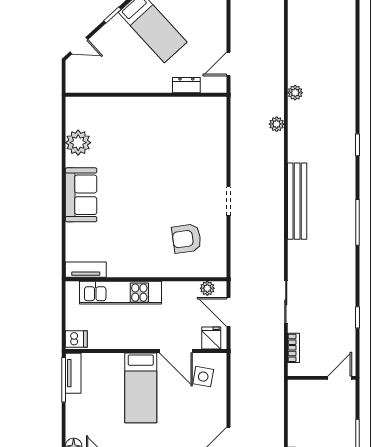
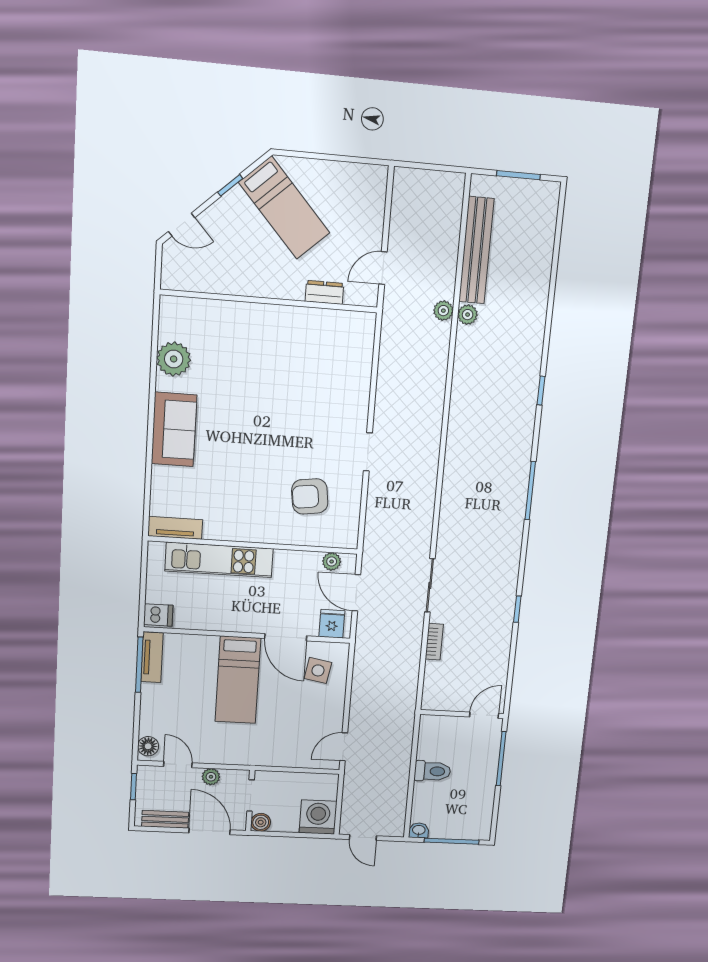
plant: (277, 124) -> (443, 311), moved
bench: (297, 201) -> (476, 250), moved
wall: (322, 378) -> (462, 714), moved
door: (340, 378) -> (484, 715), moved

